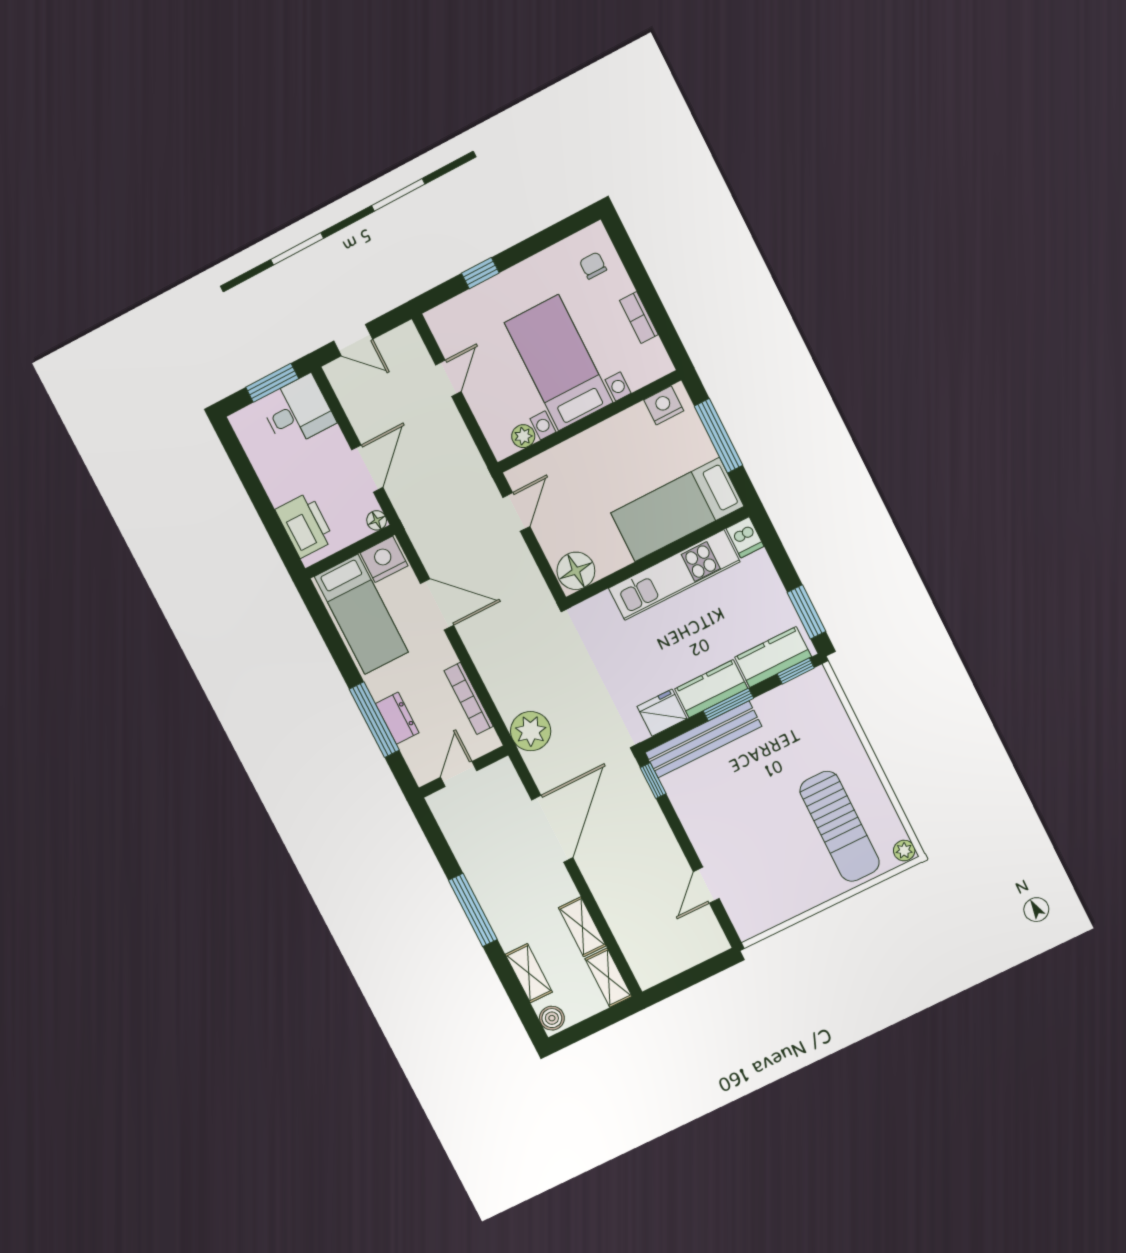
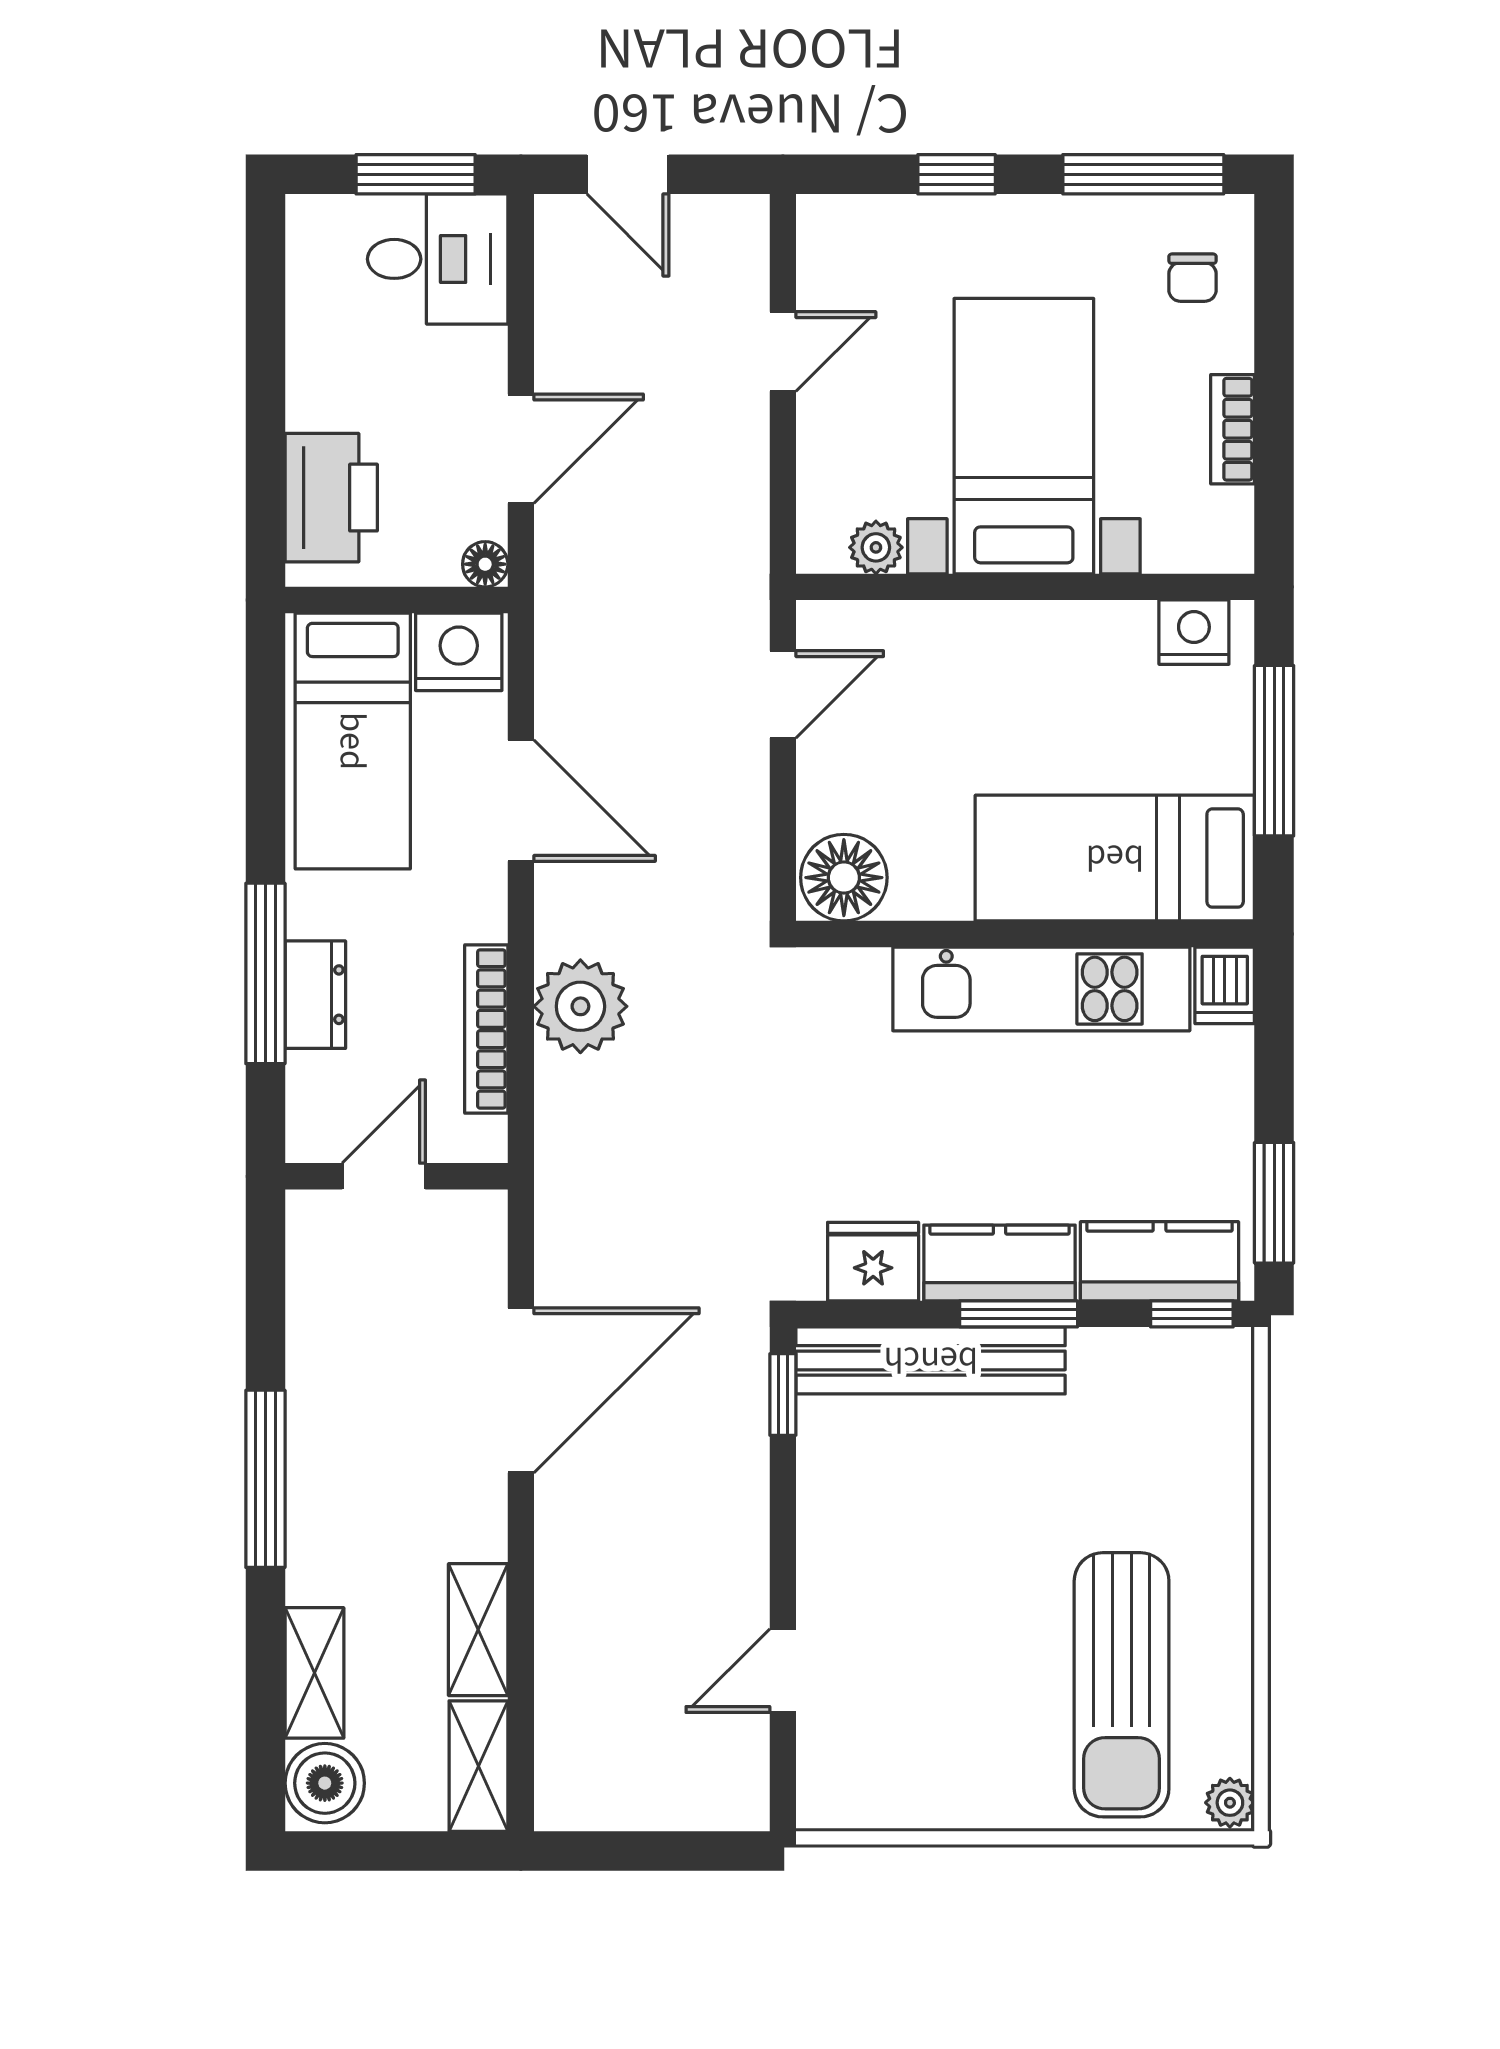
window: (553, 235) -> (1143, 174), added
chair: (593, 266) -> (1193, 278), turned 180
plant: (531, 731) -> (580, 1006), moved
boiler: (552, 1018) -> (325, 1783), width x1.36, depth x1.36

